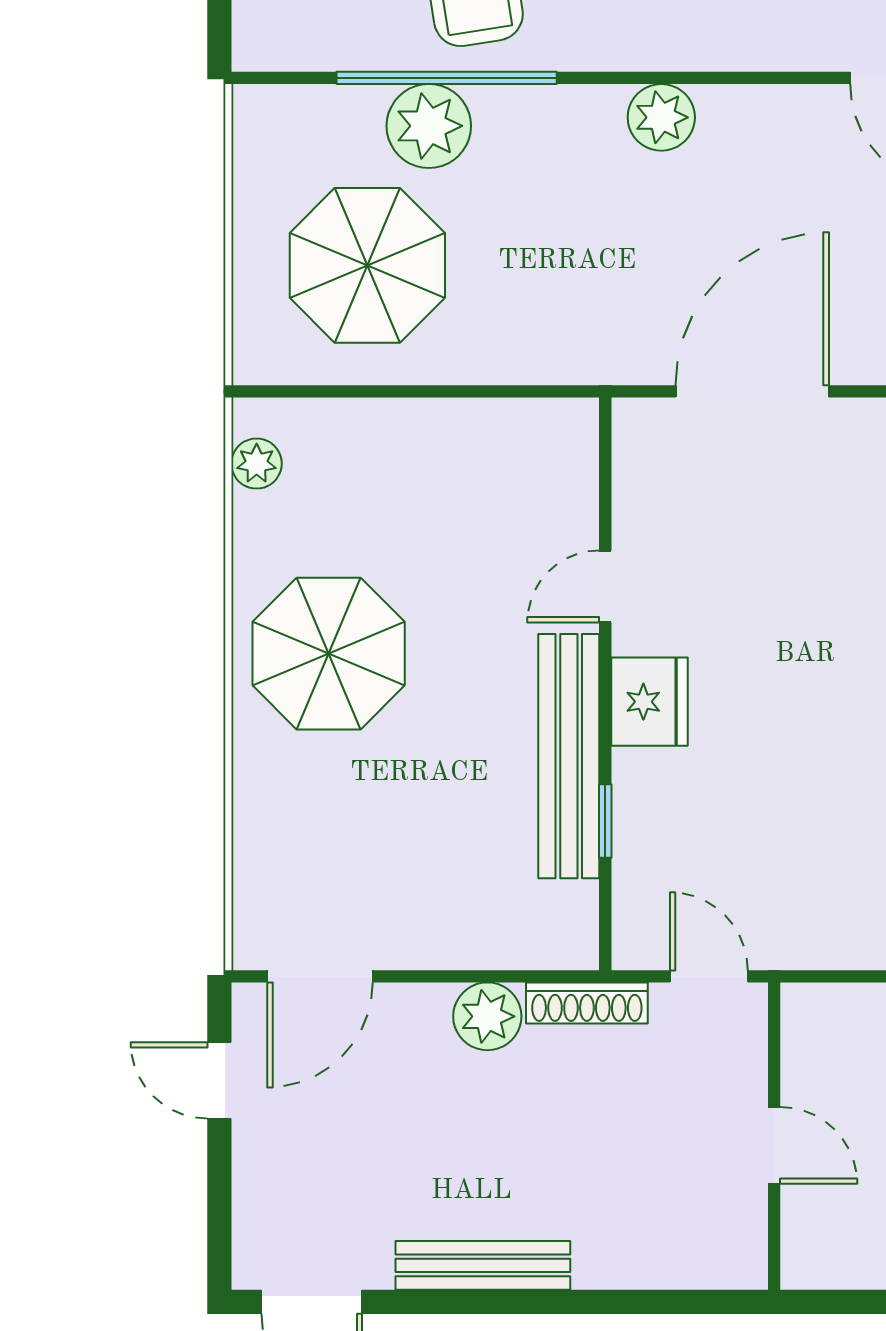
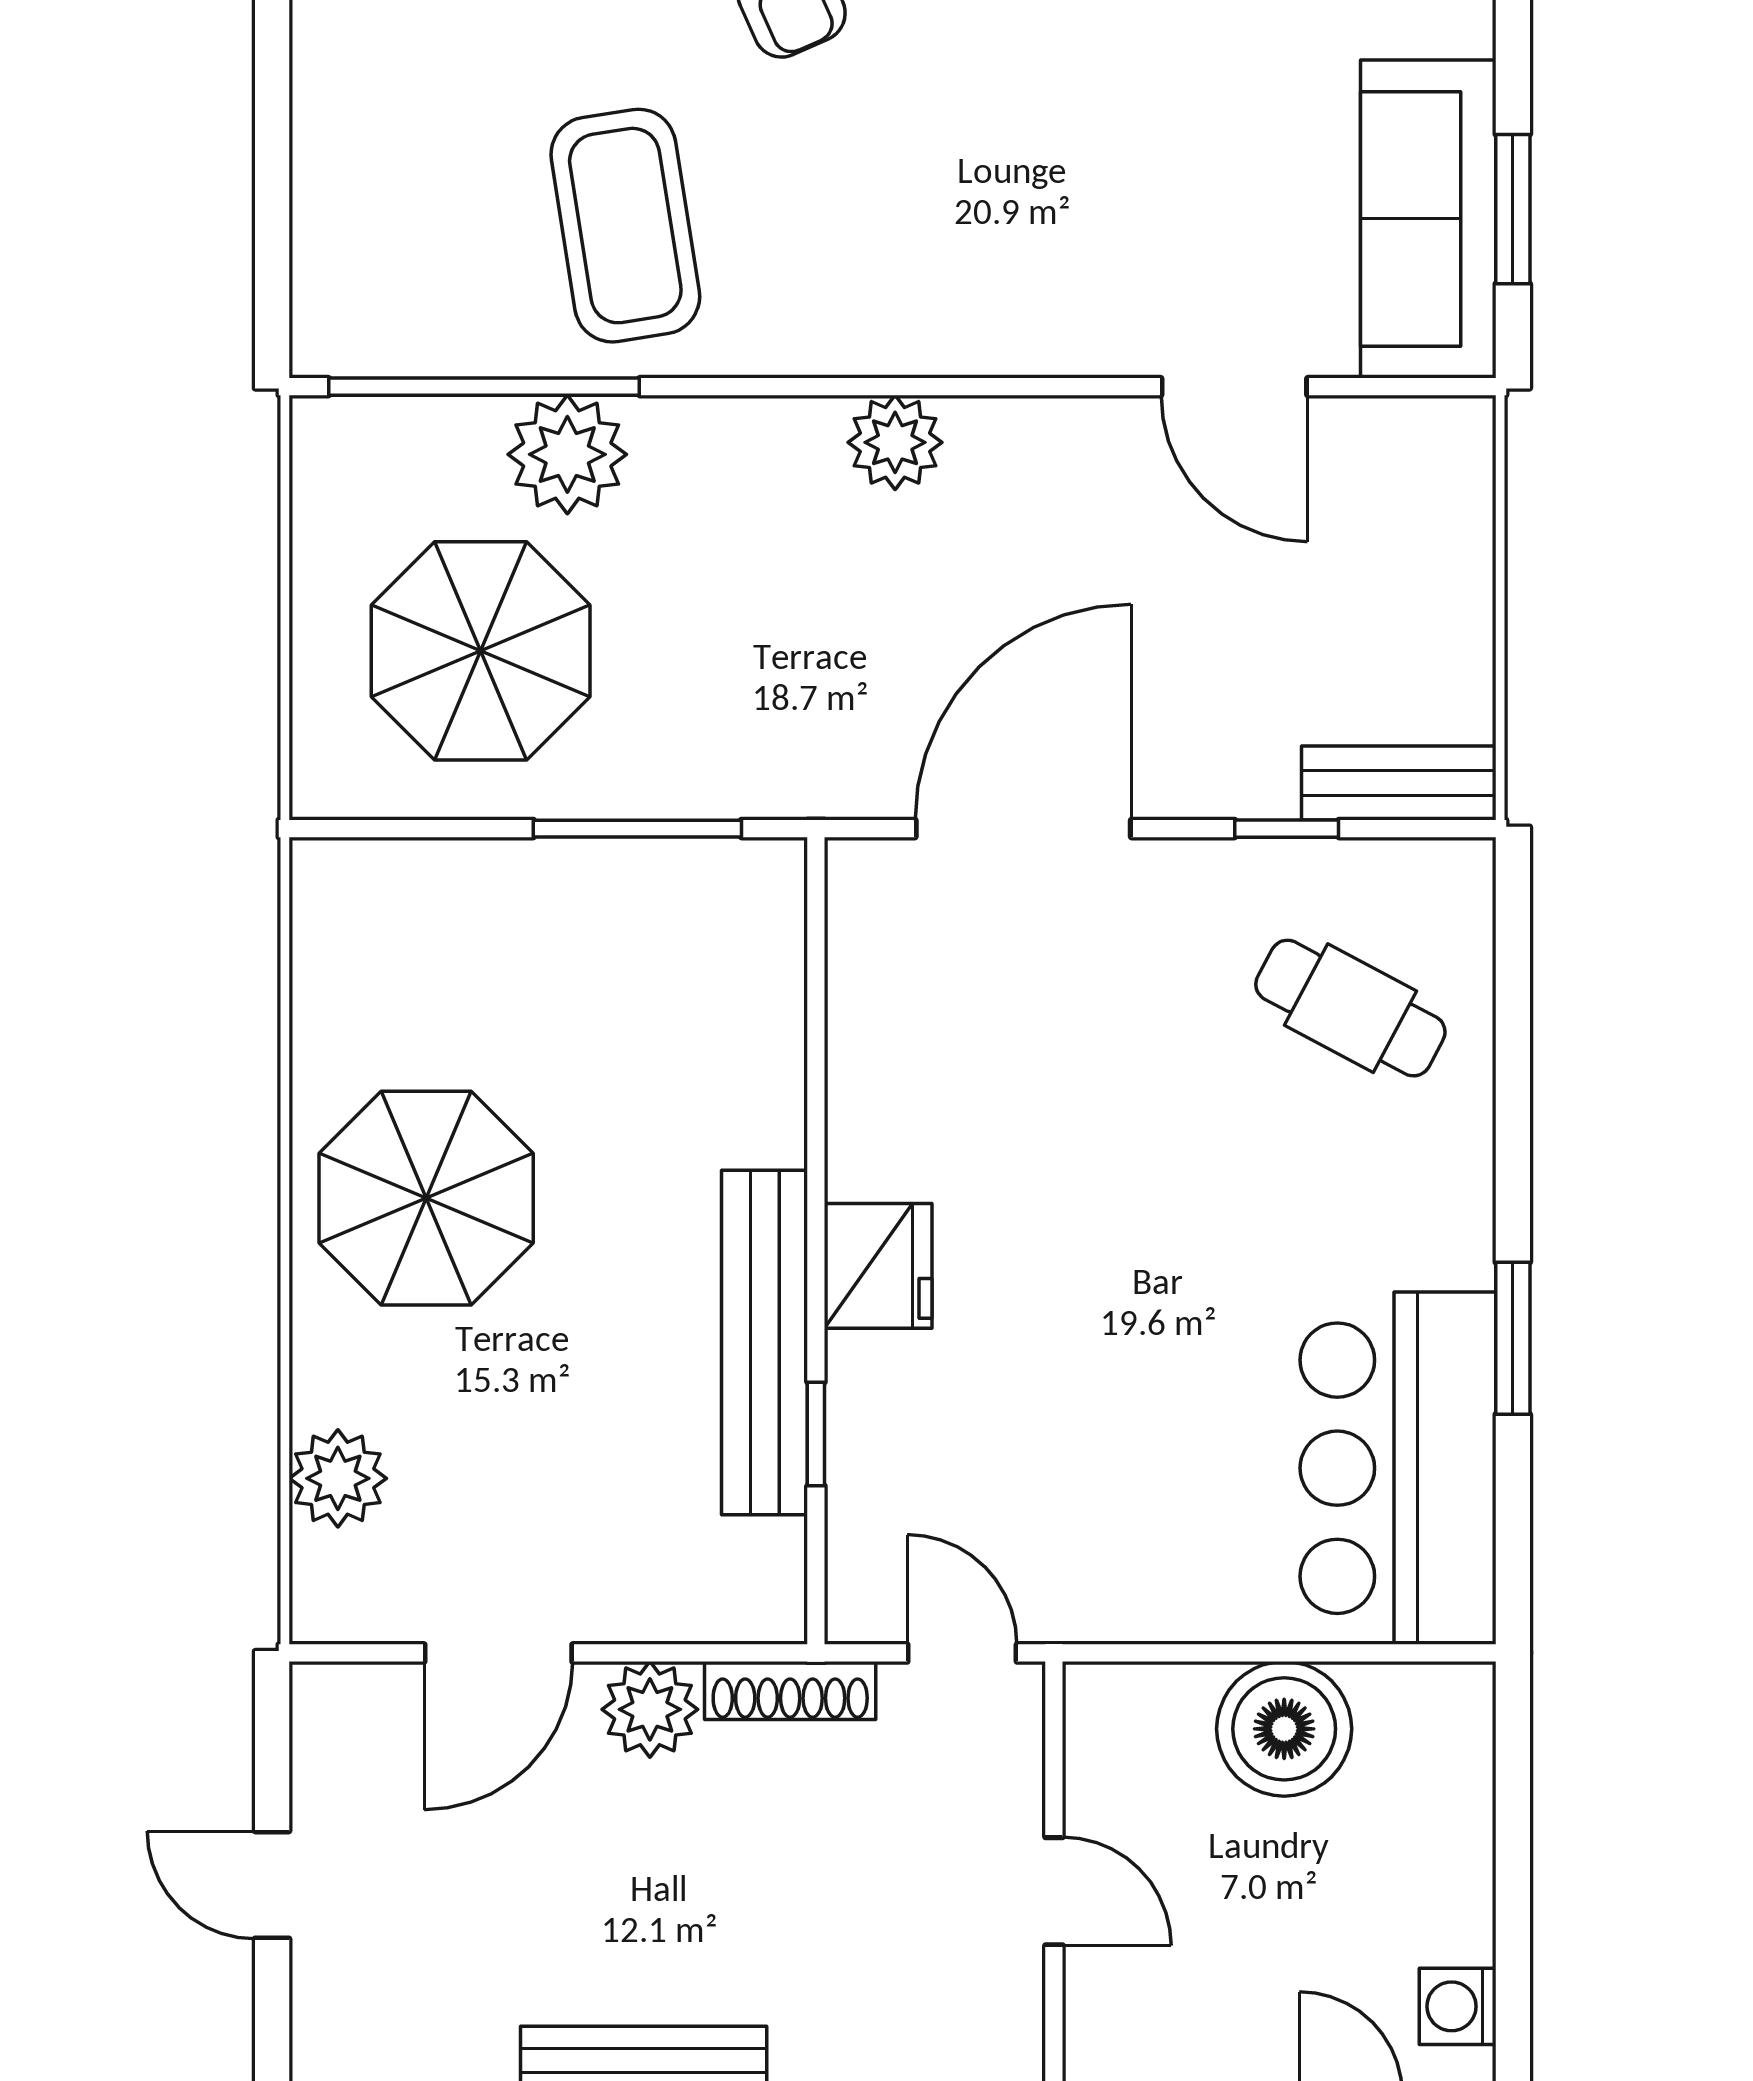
window: (447, 78) -> (484, 387), moved
window: (479, 391) -> (637, 829), added
plant: (257, 464) -> (338, 1478), moved, width x1.38, depth x1.38
door: (605, 586) -> (816, 1104), removed
door: (320, 976) -> (498, 1653), moved
door: (219, 1080) -> (272, 1885), moved

